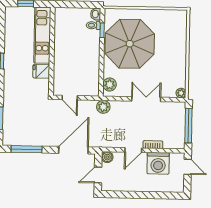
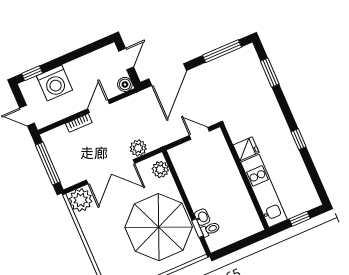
washbasin: (96, 14) -> (202, 217), moved
plant: (181, 93) -> (81, 200), width x1.87, depth x1.87
double door: (146, 99) -> (110, 172), width x1.37
plant: (103, 107) -> (138, 148), moved
washing machine: (158, 163) -> (54, 83), moved, turned 180
window: (170, 195) -> (32, 73), added

